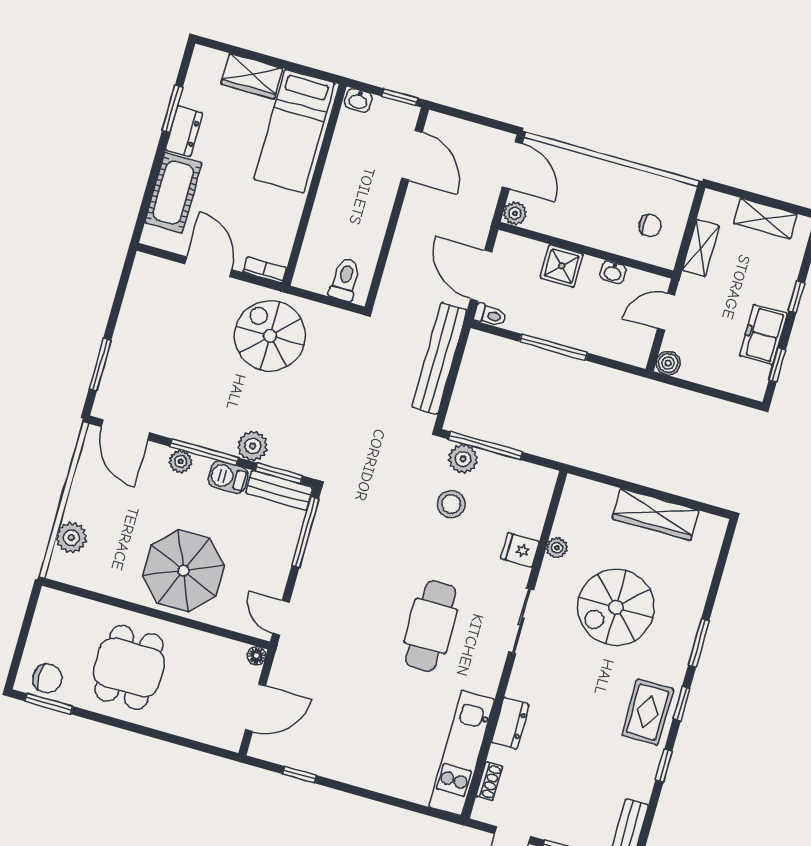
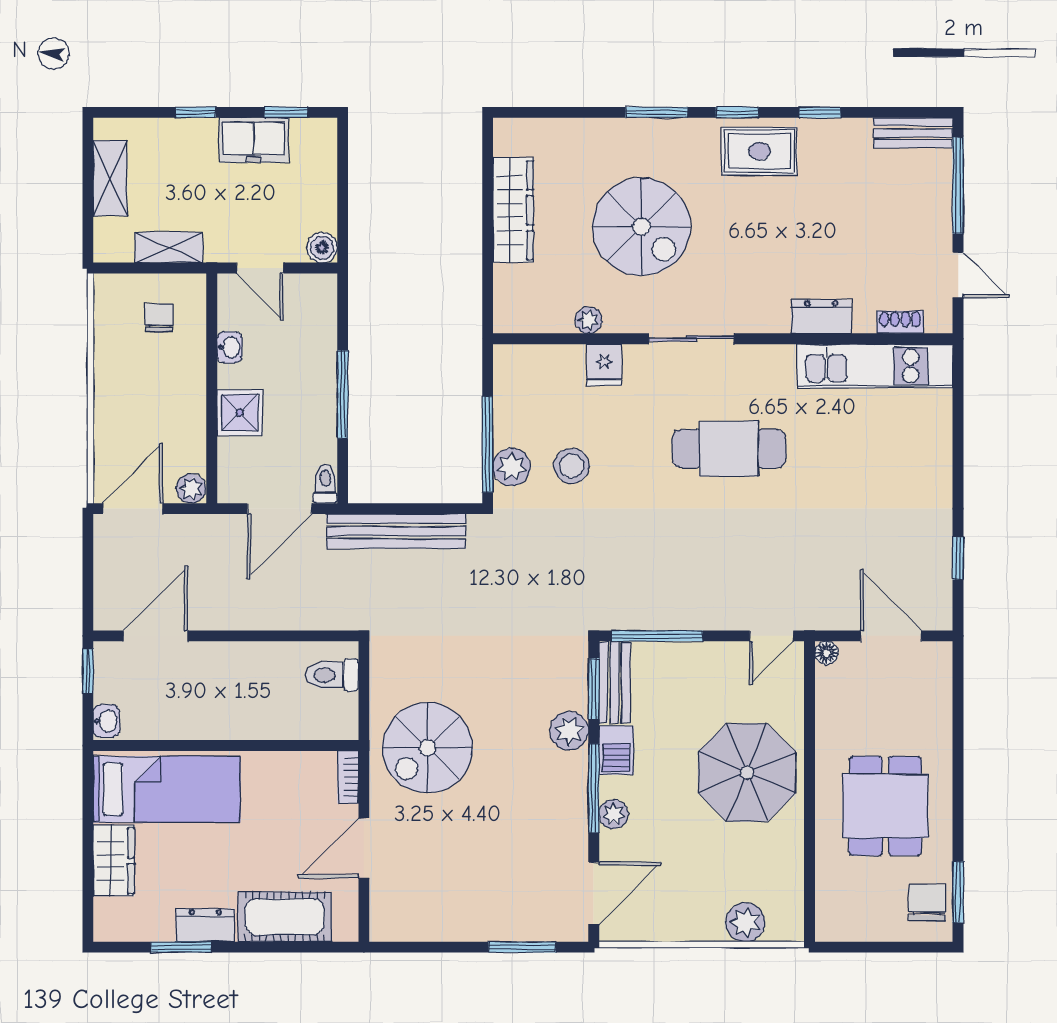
dining table: (129, 667) -> (885, 806), turned 90

